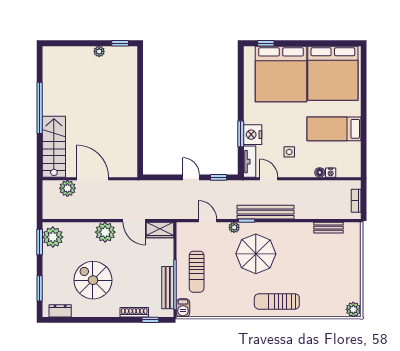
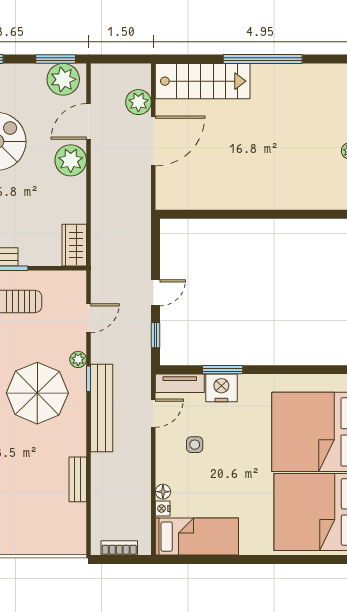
bed: (334, 129) -> (197, 537), moved, turned 90
door: (134, 221) -> (89, 121), moved
bench: (328, 228) -> (78, 479), moved

